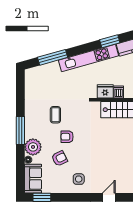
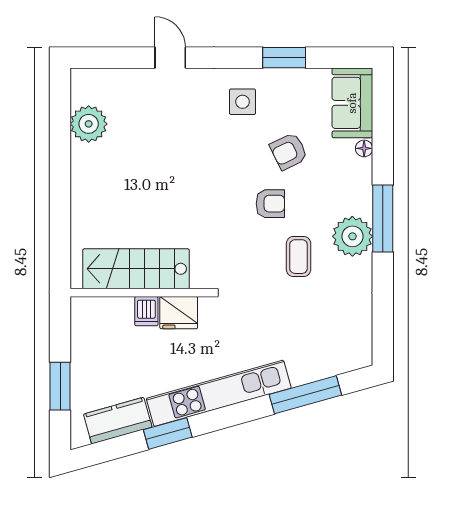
plant: (33, 147) -> (352, 236), moved
window: (42, 197) -> (284, 58), moved
door: (109, 197) -> (170, 58), swing flipped

